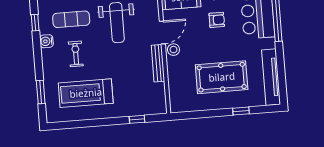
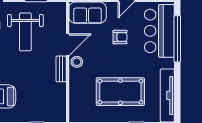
bench: (158, 63) -> (61, 69), width x0.73

